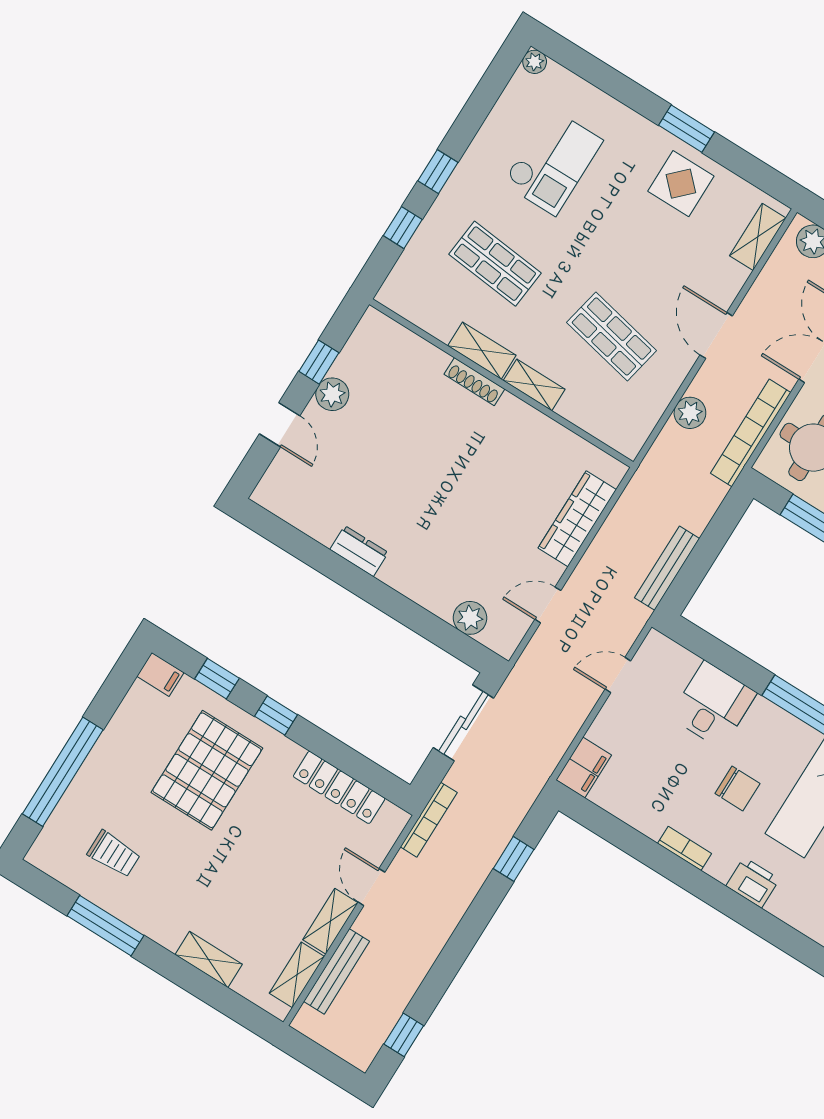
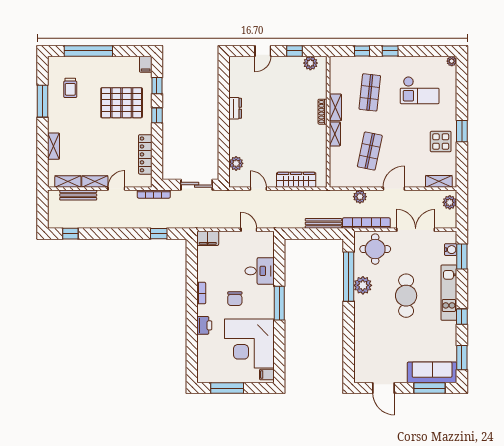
plant: (332, 394) -> (310, 63), moved
bench: (667, 568) -> (323, 223), moved

